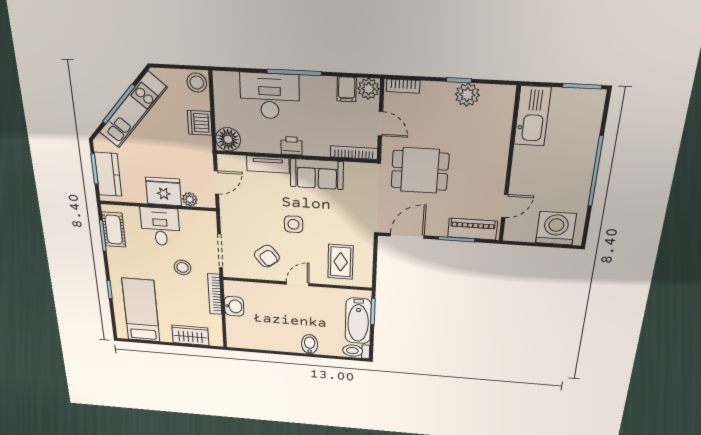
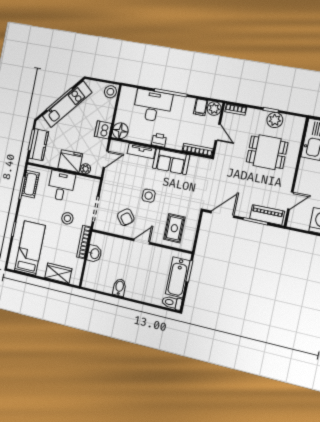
dishwasher: (200, 123) -> (103, 130), moved
dining table: (420, 170) -> (267, 152), moved
bidet: (310, 344) -> (119, 287), moved

